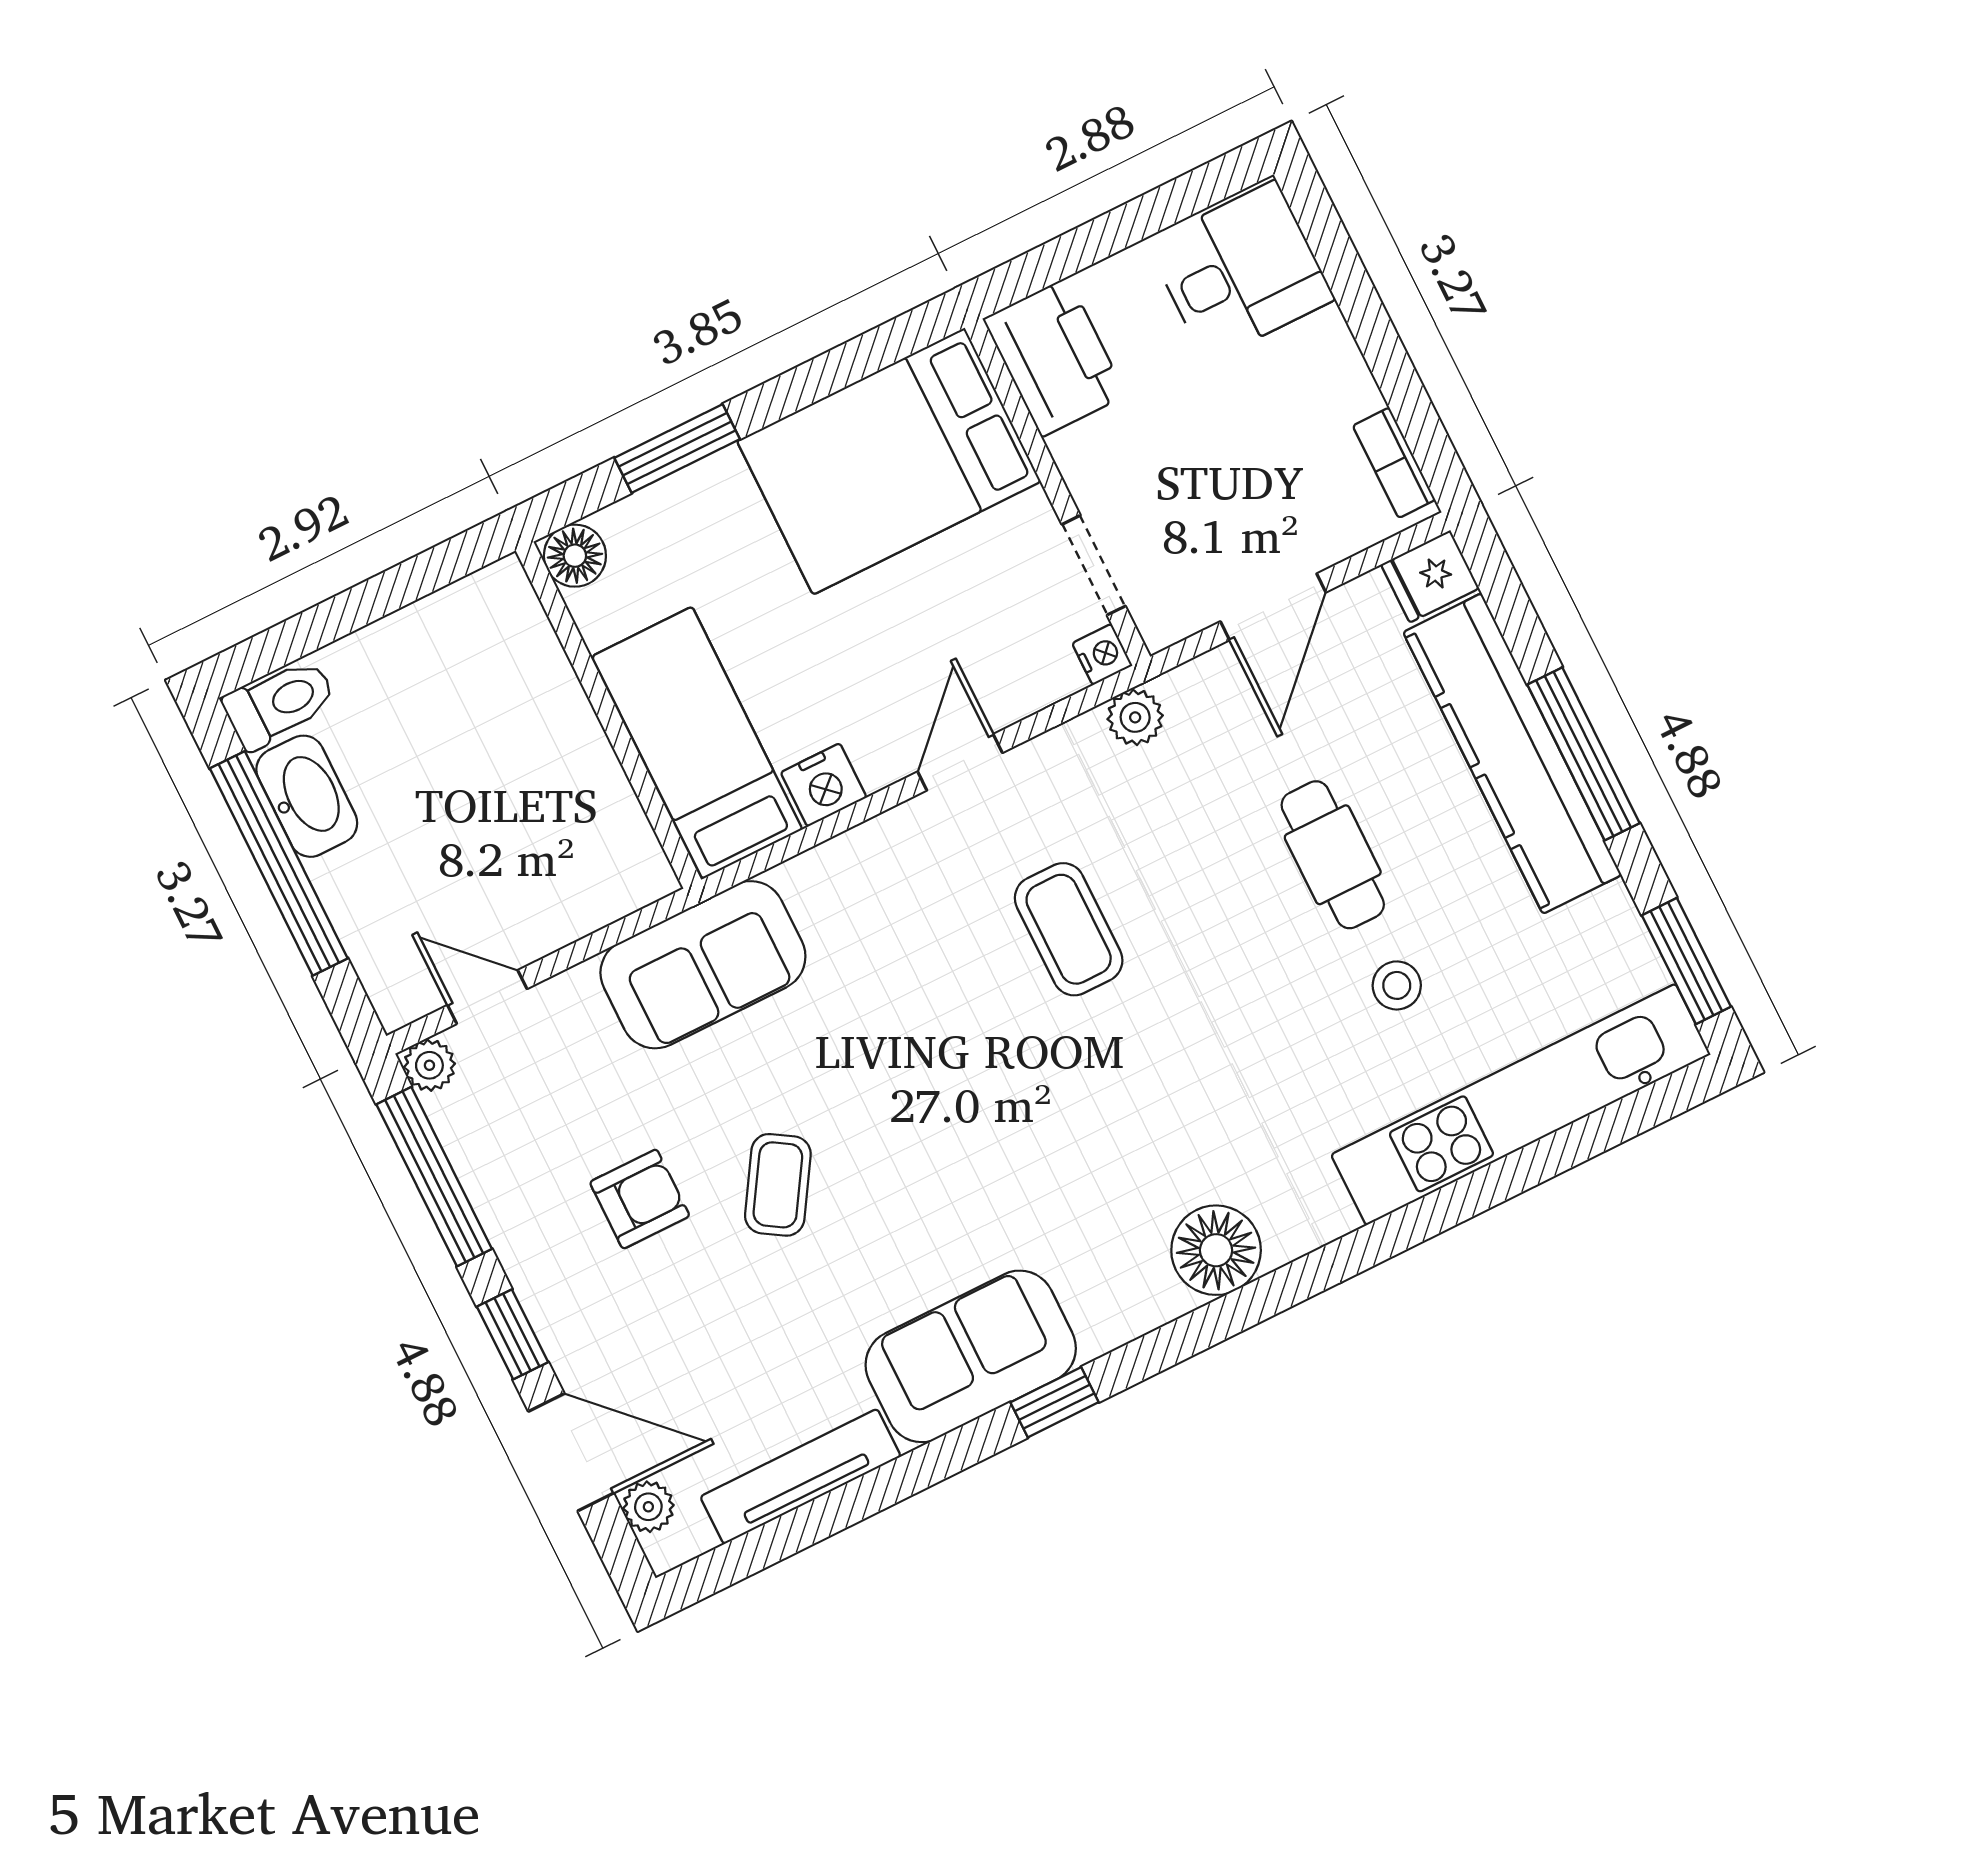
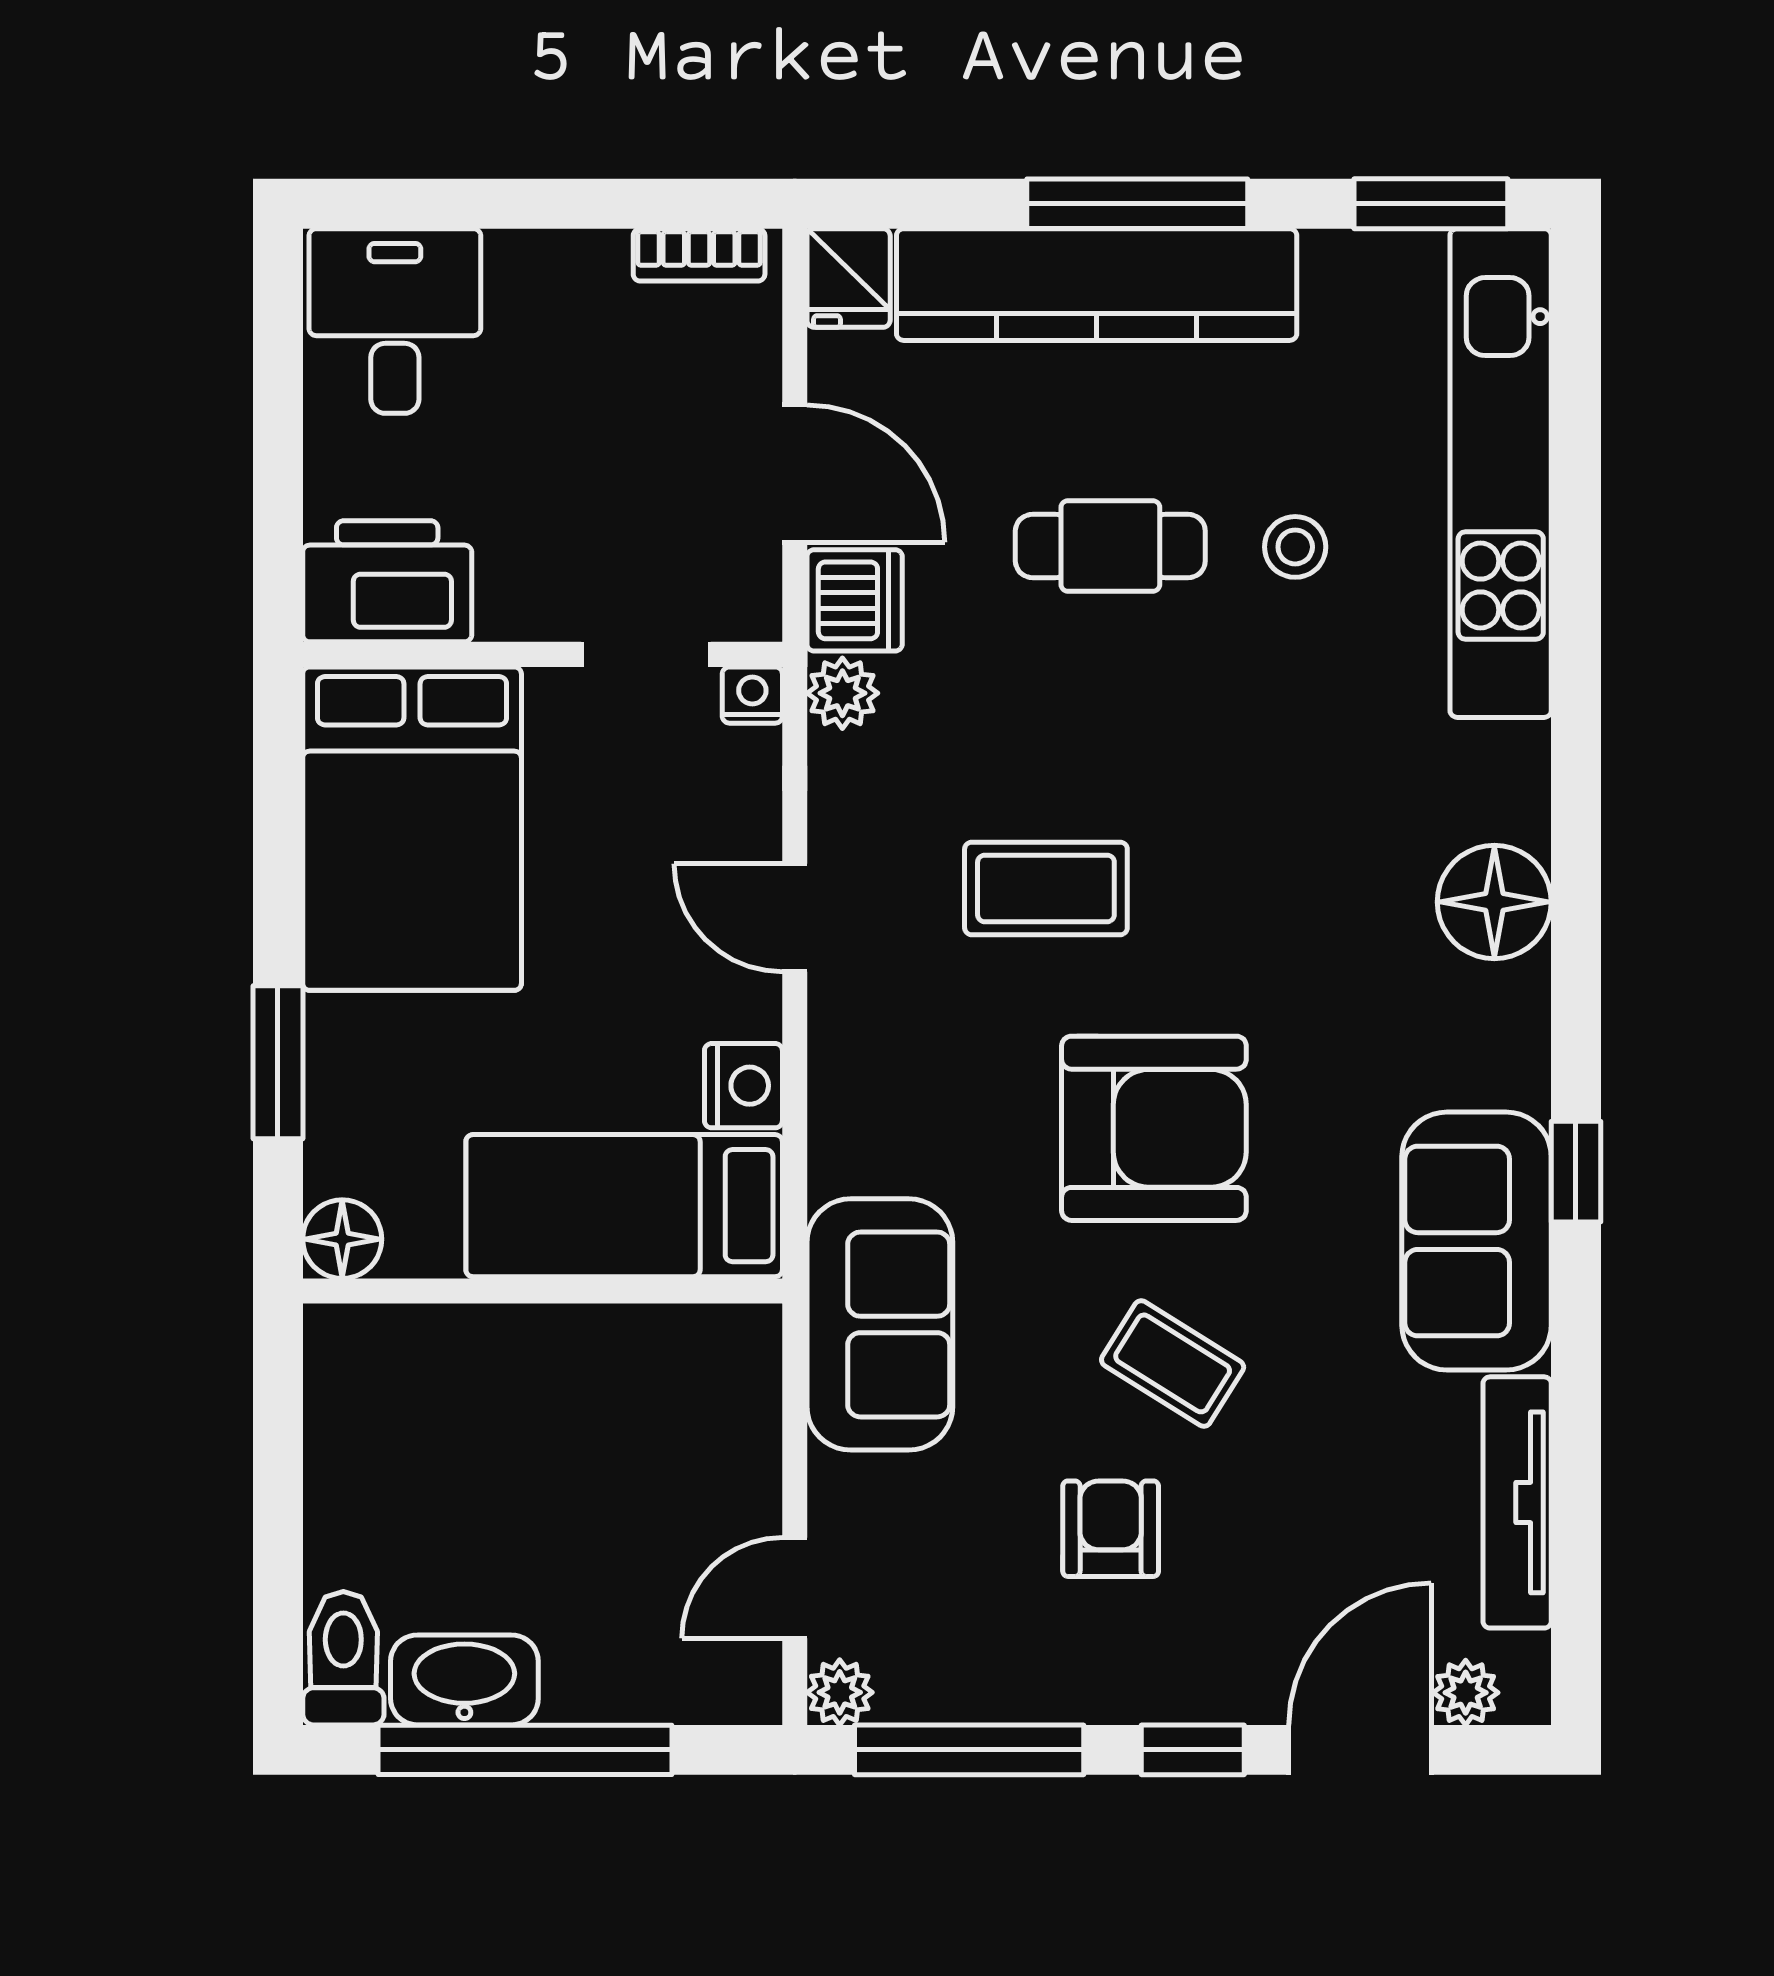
dishwasher: (1205, 693) -> (855, 600), added
armchair: (937, 1089) -> (1154, 1128), added

